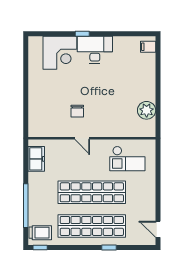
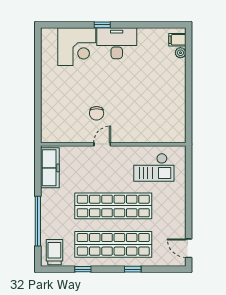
plant: (147, 110) -> (180, 53), moved, width x0.53, depth x0.53
door: (82, 138) -> (102, 144), swing flipped
freezer: (36, 159) -> (50, 168), width x1.40
trolley: (40, 233) -> (54, 252), turned -90
window: (40, 248) -> (83, 269), moved

